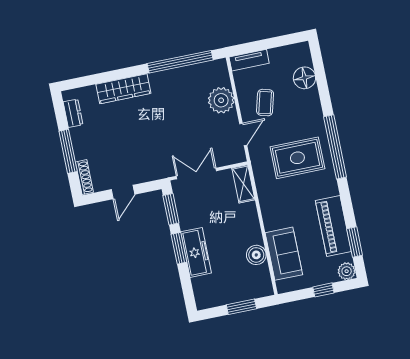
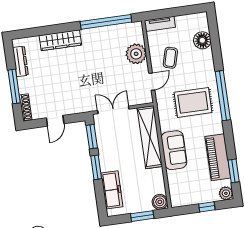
dresser: (73, 113) -> (20, 61), width x1.44
shelving: (243, 184) -> (150, 137), width x2.20, depth x1.33
freezer: (196, 252) -> (112, 190), moved
sofa: (284, 254) -> (174, 150), moved
boiler: (256, 255) -> (160, 202), moved

